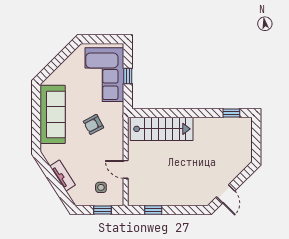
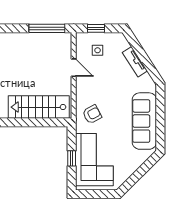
armchair: (93, 124) -> (92, 114), moved
window: (153, 210) -> (47, 28), width x2.17

